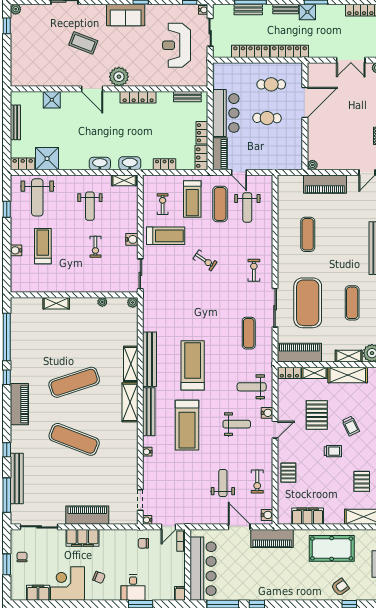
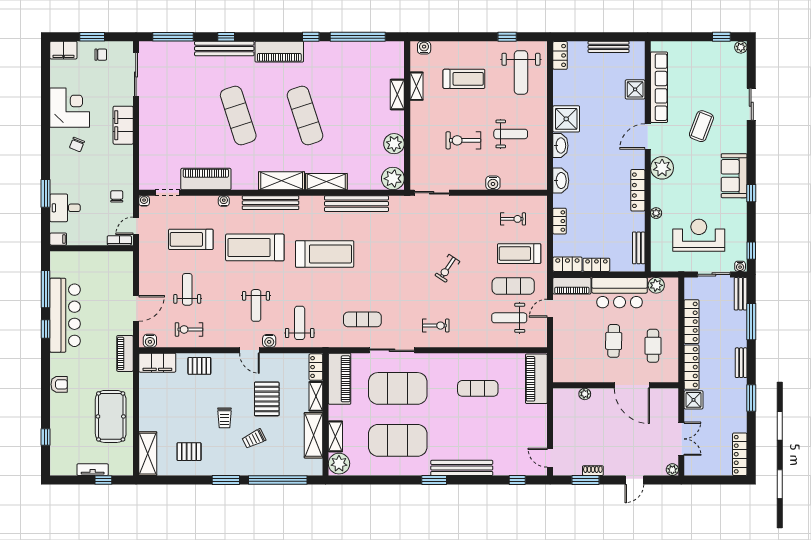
bench: (248, 9) -> (741, 294), moved
shower: (307, 12) -> (693, 400), moved
double door: (351, 60) -> (681, 439), swing flipped
row of seats: (50, 79) -> (659, 87), added
plant: (158, 82) -> (656, 213), added
plant: (219, 82) -> (656, 285), added
shower: (47, 159) -> (566, 119), moved
plant: (312, 165) -> (585, 394), moved
shelving: (124, 180) -> (416, 86), moved
piano: (325, 184) -> (536, 379), moved
weight bench: (37, 197) -> (521, 72), turned -90
weight bench: (90, 206) -> (511, 134), turned 180
treadmill: (166, 236) -> (191, 239), moved, turned 90
water cooler: (132, 239) -> (493, 183), moved
exercise bike: (95, 247) -> (463, 140), width x1.38, depth x1.39
water cooler: (16, 250) -> (424, 48), moved
plant: (102, 302) -> (394, 144), width x1.88, depth x1.88
plant: (133, 302) -> (393, 179), width x1.88, depth x1.88
exercise mat: (352, 303) -> (398, 440), width x2.00, depth x1.45
bench: (150, 359) -> (356, 204), moved
pallet: (317, 415) -> (267, 399), turned 90
exercise mat: (74, 439) -> (238, 116), turned -39
bench: (17, 479) -> (224, 49), moved
weight bench: (223, 483) -> (187, 289), turned -90
piano: (87, 515) -> (206, 179), moved, turned -90
filing cabinet: (308, 516) -> (157, 363), moved, turned 90
door: (168, 527) -> (136, 226), hinge flipped
piano: (272, 539) -> (125, 353), width x0.73, depth x0.75
bar counter: (203, 569) -> (65, 315), moved, turned -90
armchair: (340, 587) -> (59, 384), moved, turned -54
desk: (133, 588) -> (65, 208), moved
filing cabinet: (38, 593) -> (63, 50), moved, turned 90

